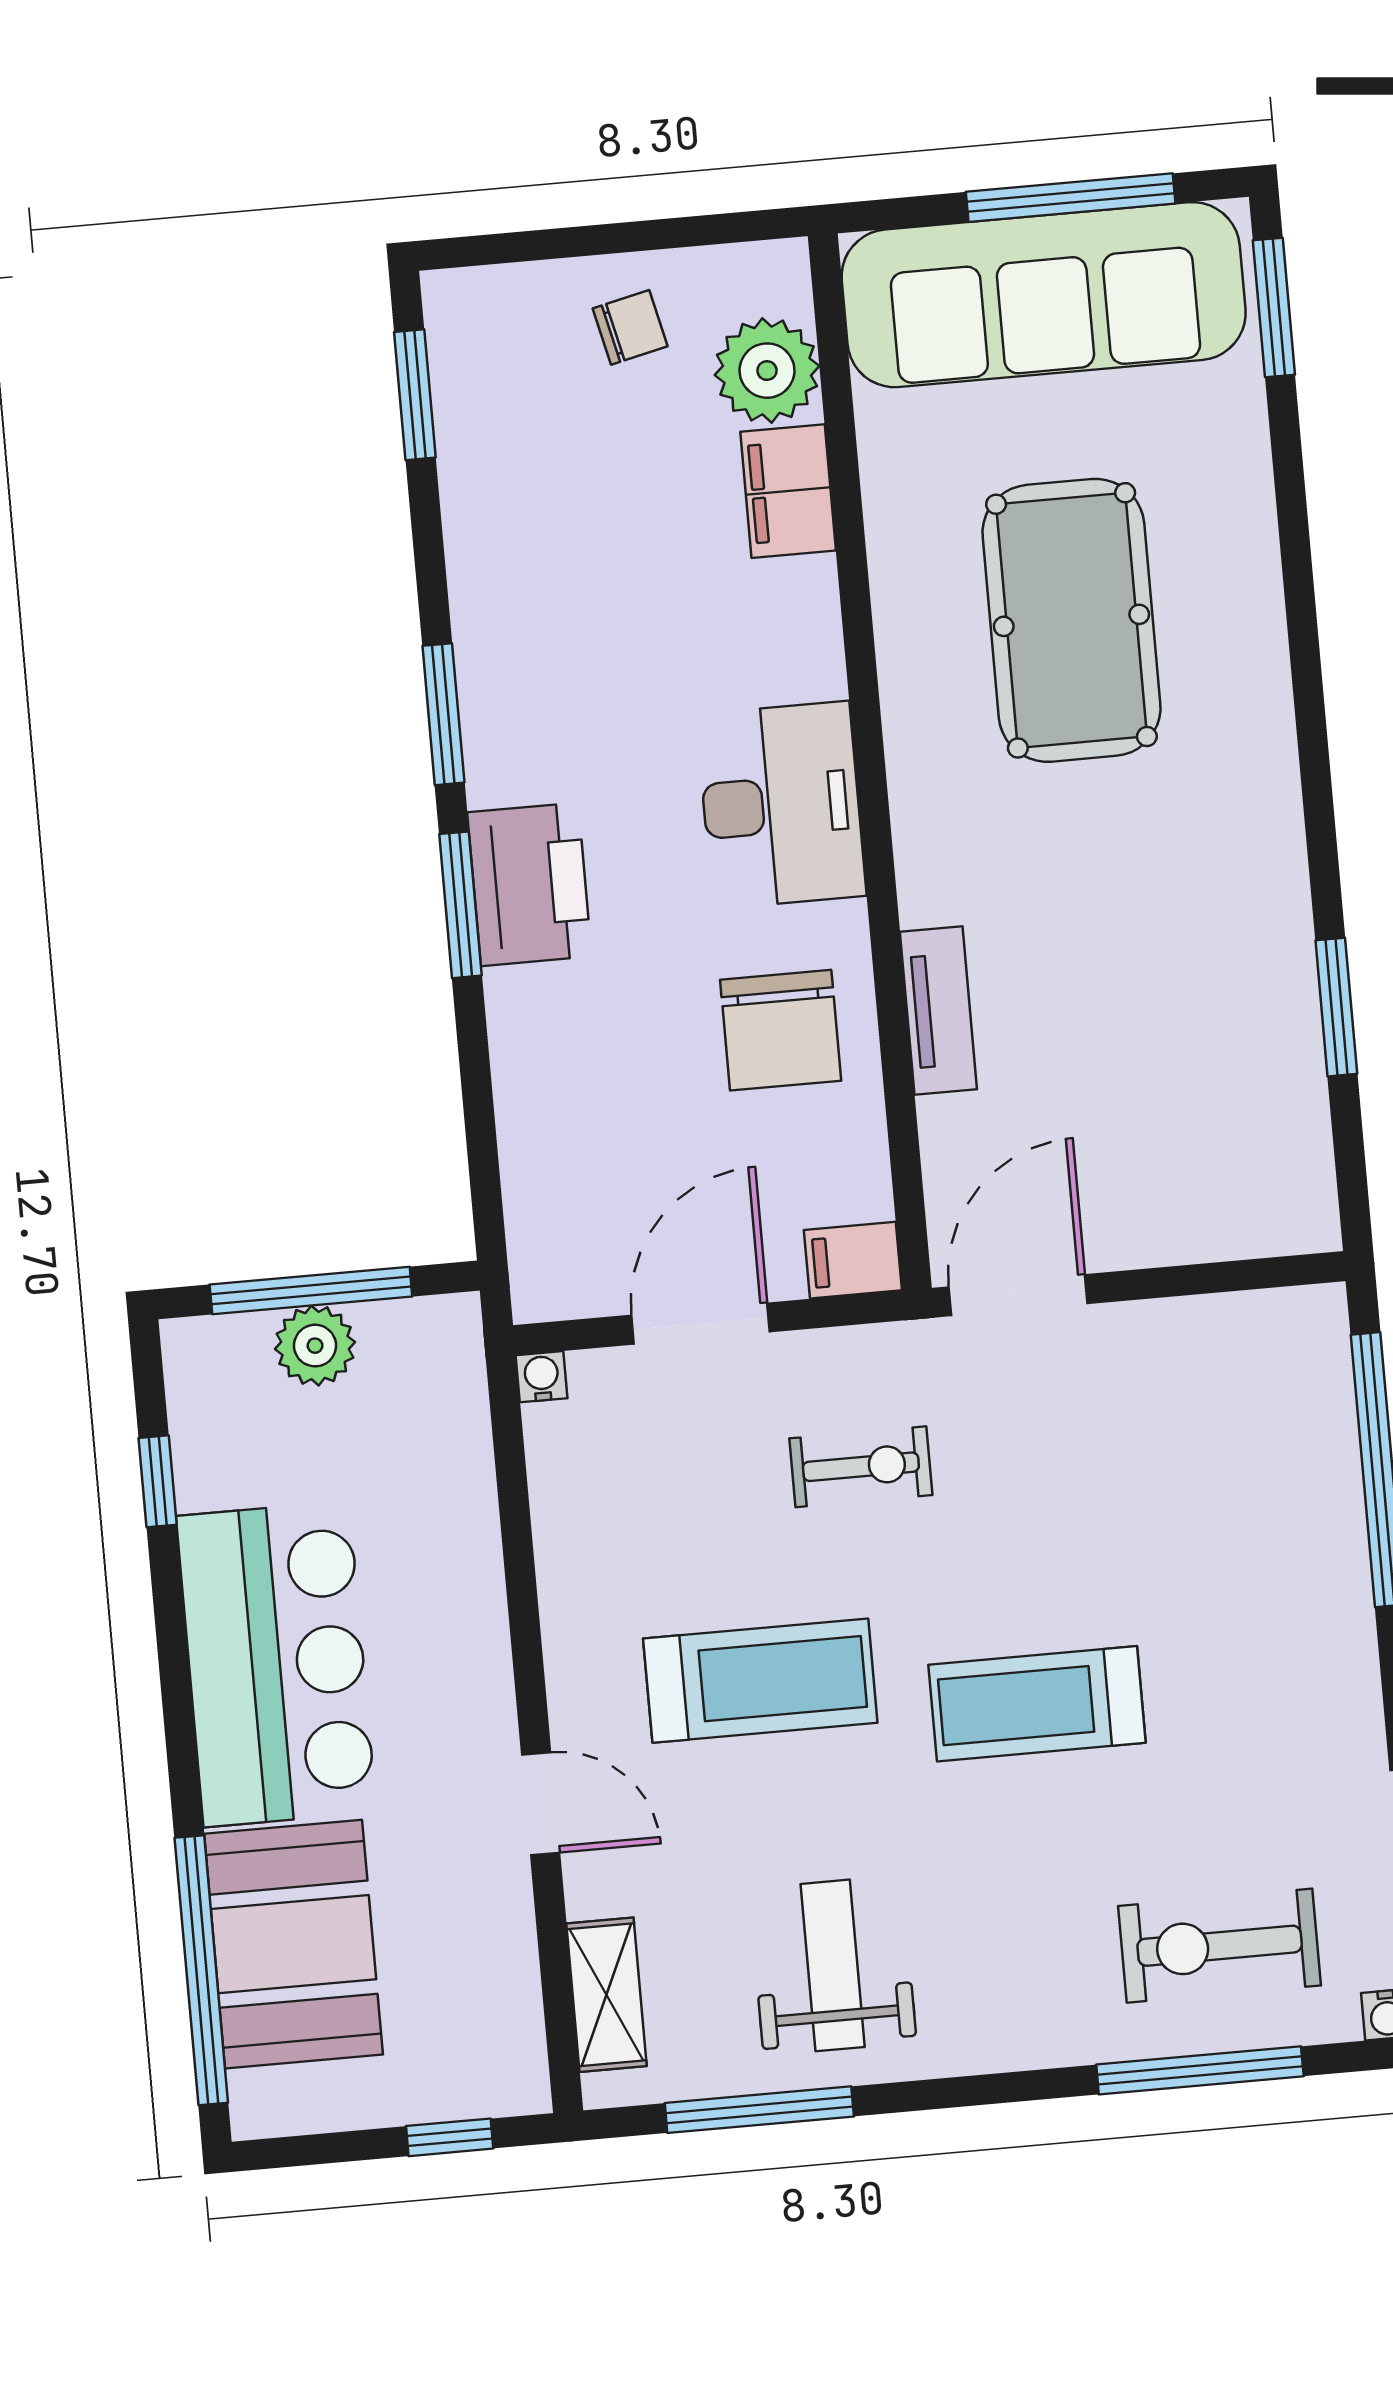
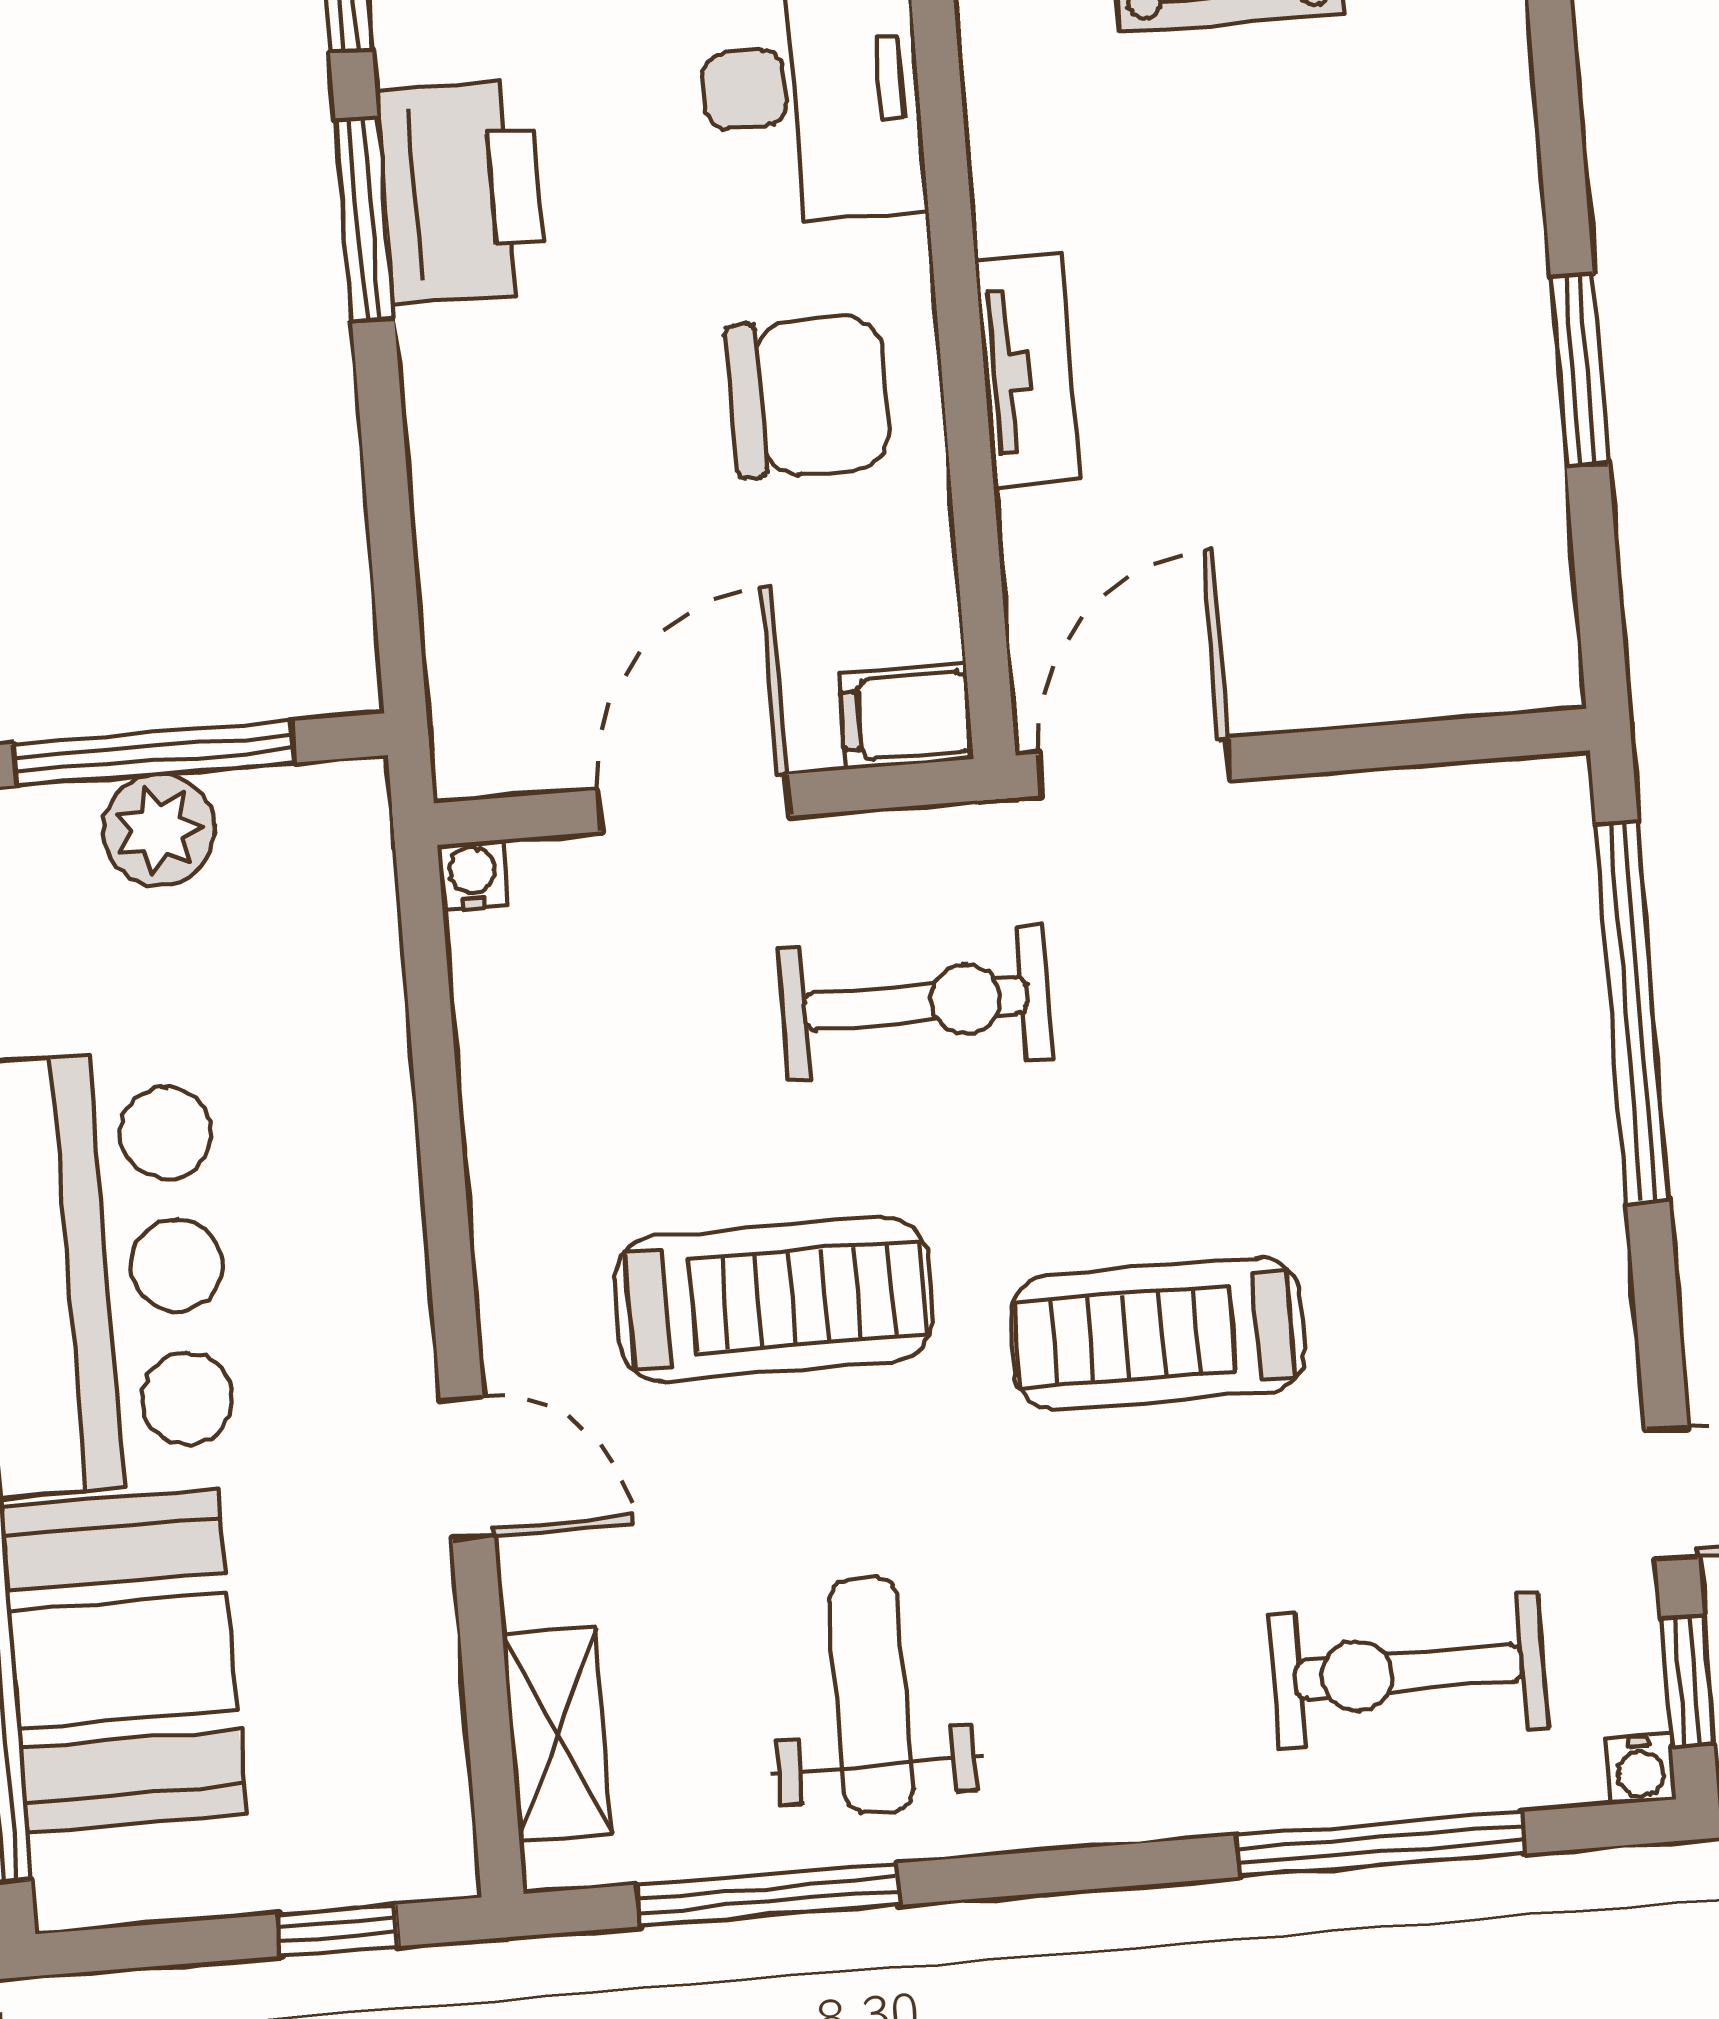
chair: (781, 1030) -> (808, 397), turned -90
exercise bike: (861, 1467) -> (915, 1003), width x1.38, depth x1.39

